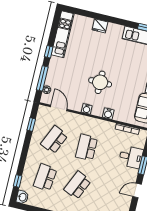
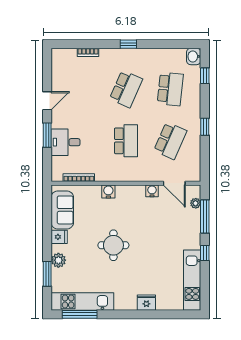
round table: (100, 82) -> (113, 245), moved
water cooler: (87, 109) -> (152, 191), moved
window: (31, 125) -> (205, 127), moved

